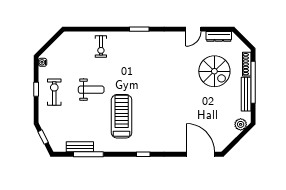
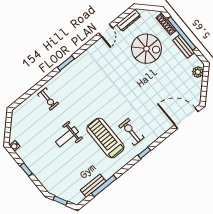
weight bench: (91, 90) -> (67, 137), turned 180
exercise bike: (54, 92) -> (131, 132), moved
bench: (246, 94) -> (184, 46), width x0.73

